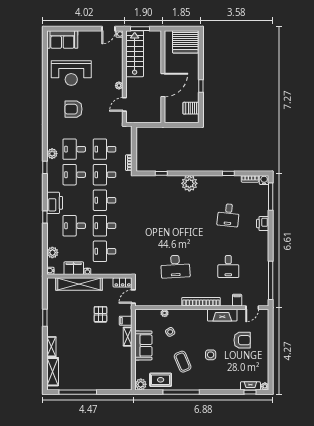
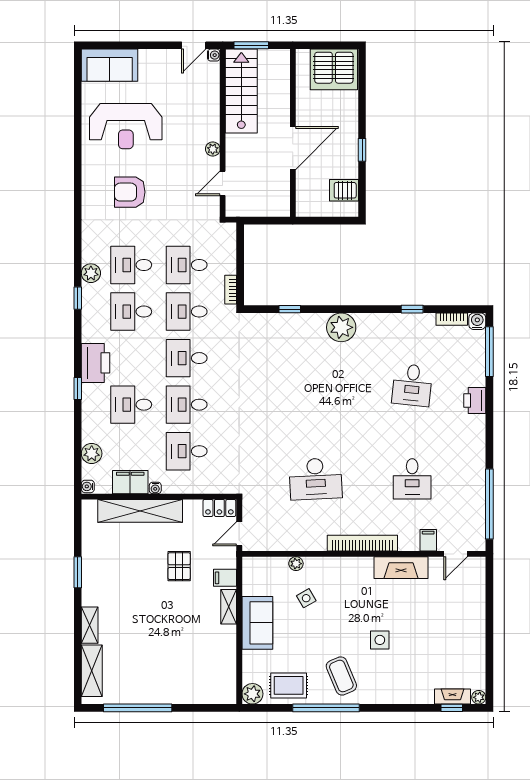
armchair: (242, 340) -> (437, 613), removed
coffee table: (183, 362) -> (341, 676), moved

